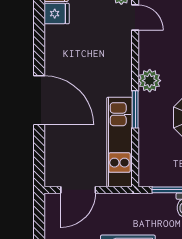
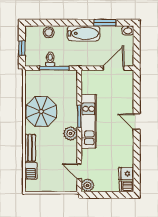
door: (39, 100) -> (137, 122), width x0.53
kitchen unit: (119, 142) -> (89, 121), moved

